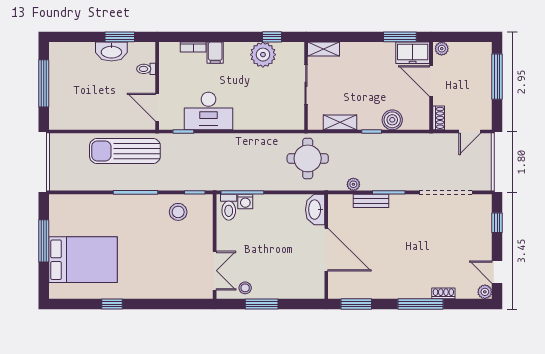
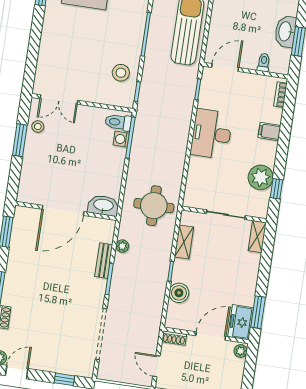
bookcase: (193, 47) -> (280, 95), moved
desk: (208, 111) -> (211, 134), moved

